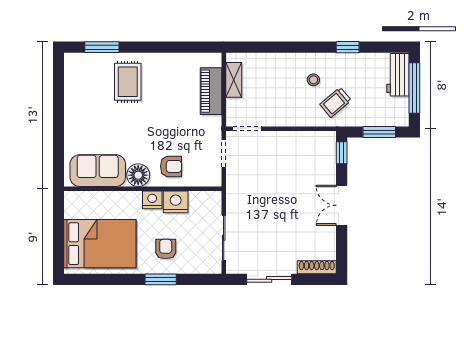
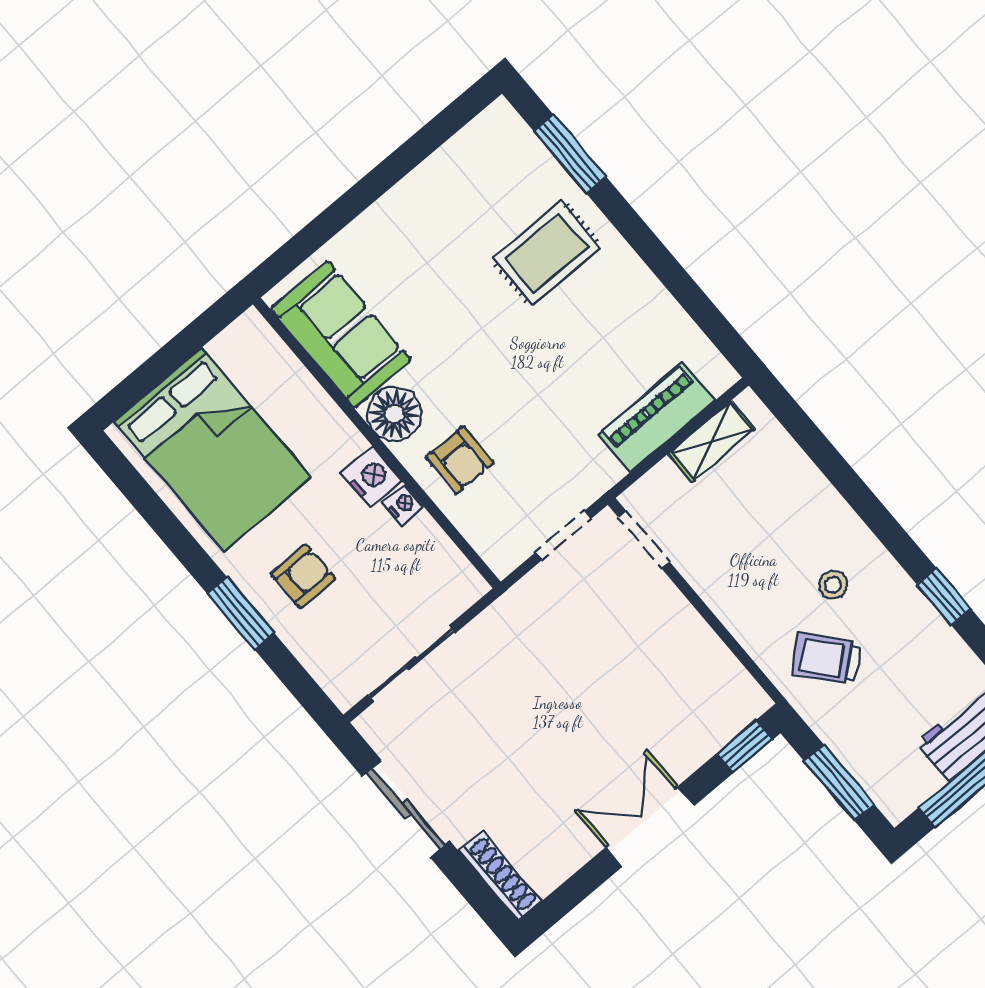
nightstand: (176, 202) -> (403, 504), width x0.53, depth x0.56

